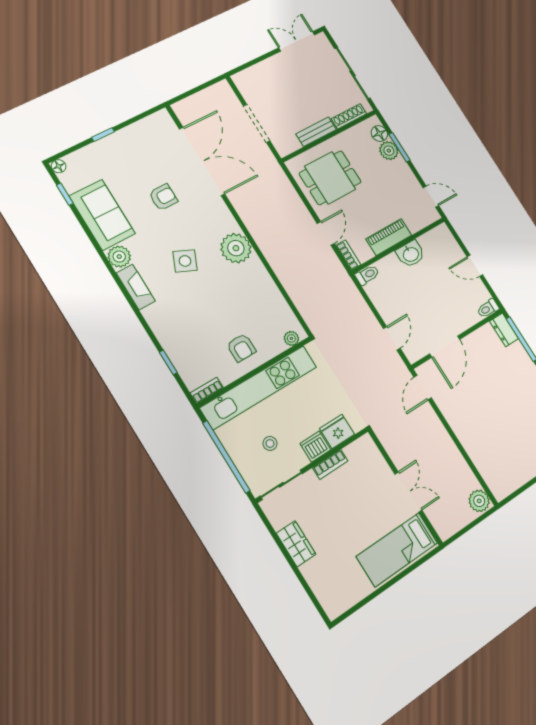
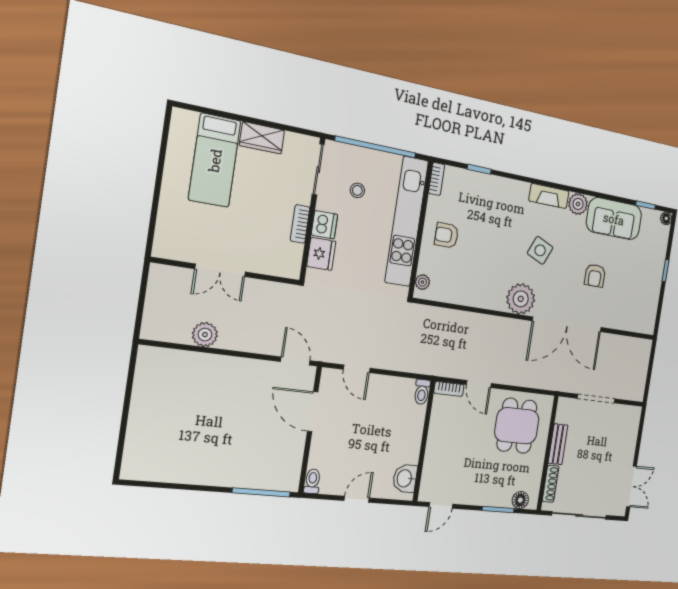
plant: (389, 151) -> (502, 497), removed
double door: (202, 161) -> (567, 324), moved
piano: (389, 237) -> (437, 438), removed
washbasin: (411, 254) -> (405, 478), moved
dresser: (504, 330) -> (283, 482), removed
plant: (479, 501) -> (205, 335), moved
bed: (397, 550) -> (215, 160), moved, turned 180

